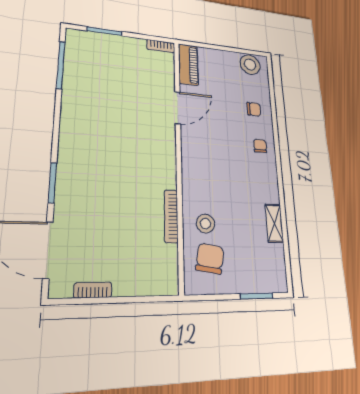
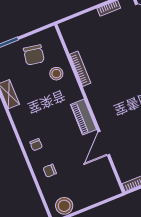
piano: (188, 65) -> (83, 117), moved
chair: (210, 259) -> (34, 55), moved

